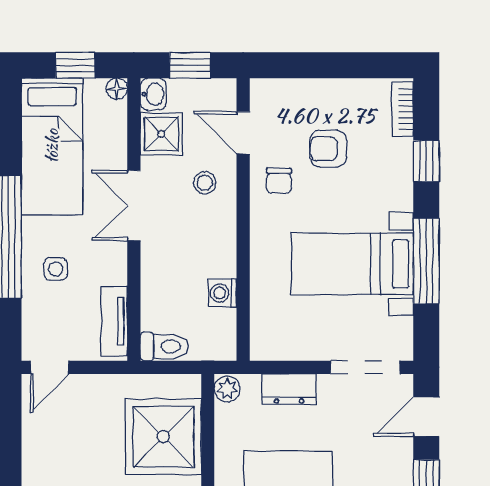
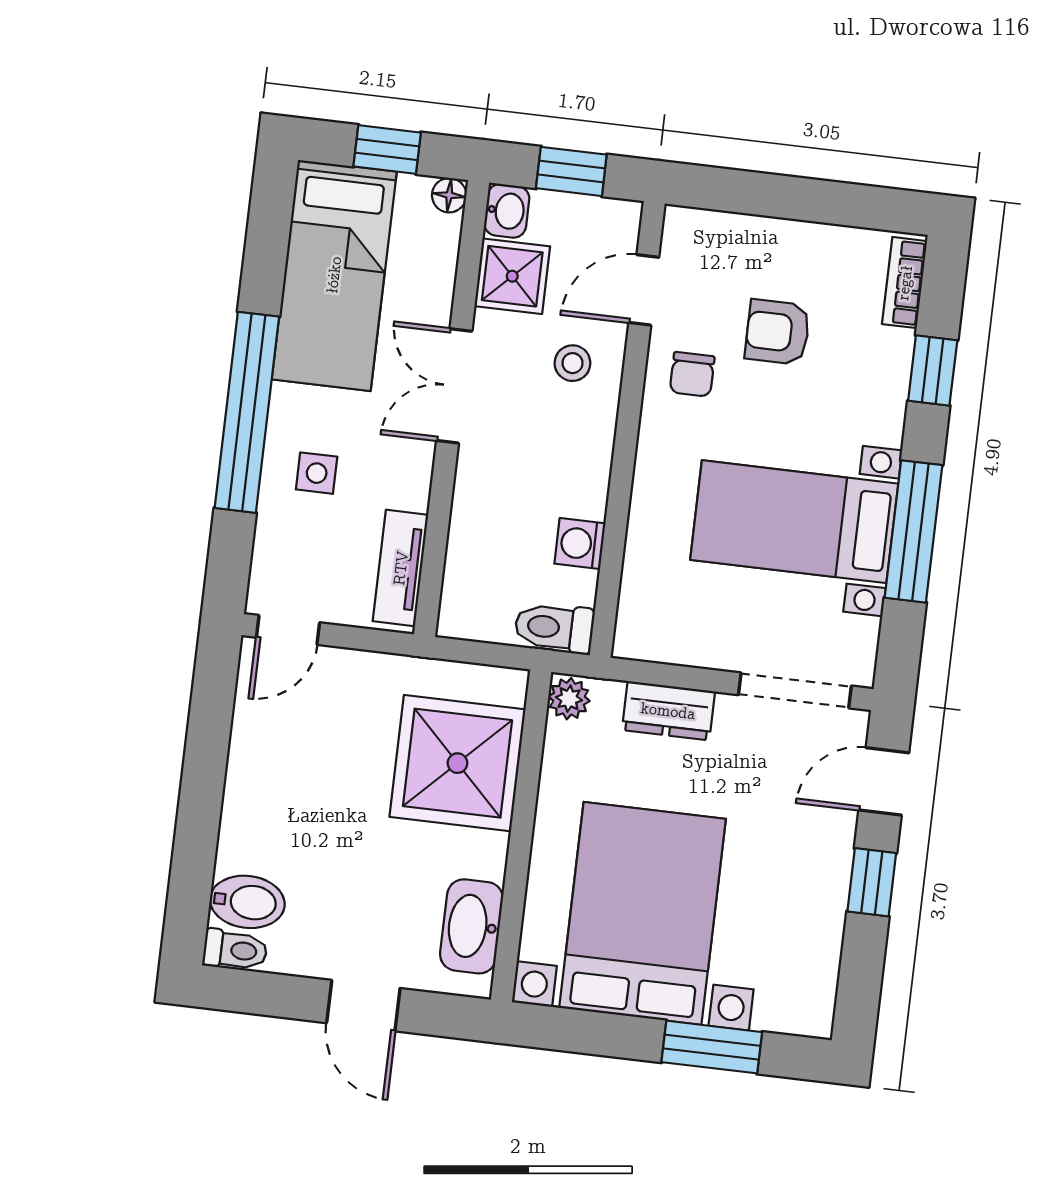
door: (243, 133) -> (644, 290), hinge flipped
toilet: (164, 346) -> (554, 628), moved, turned 180

